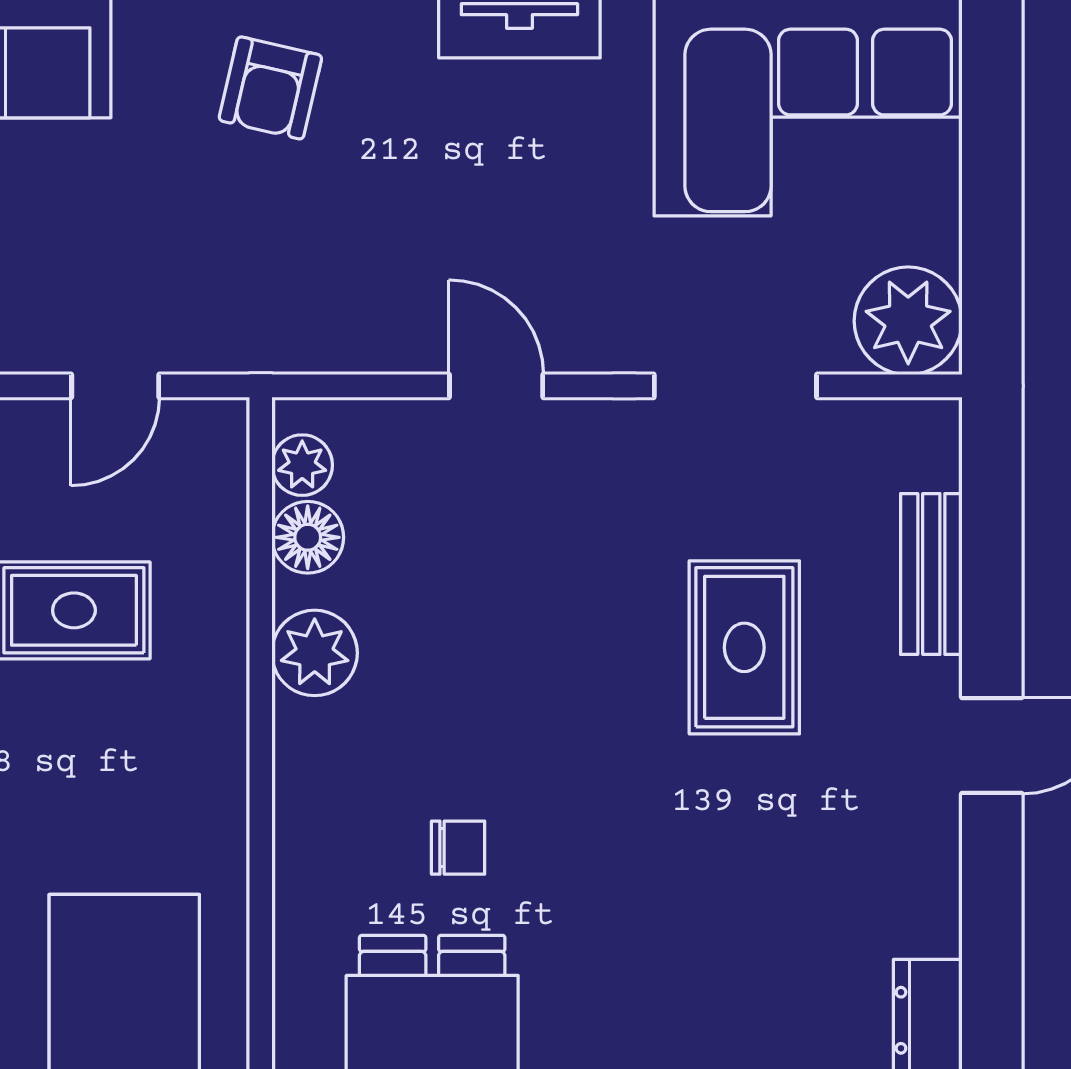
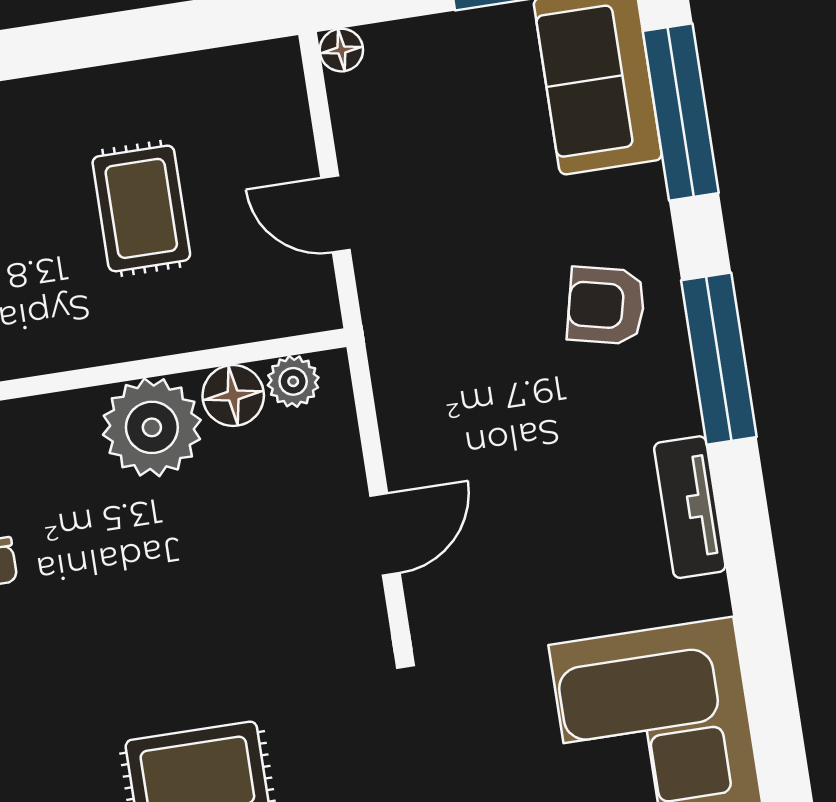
plant: (315, 653) -> (152, 427), width x1.36, depth x1.36

